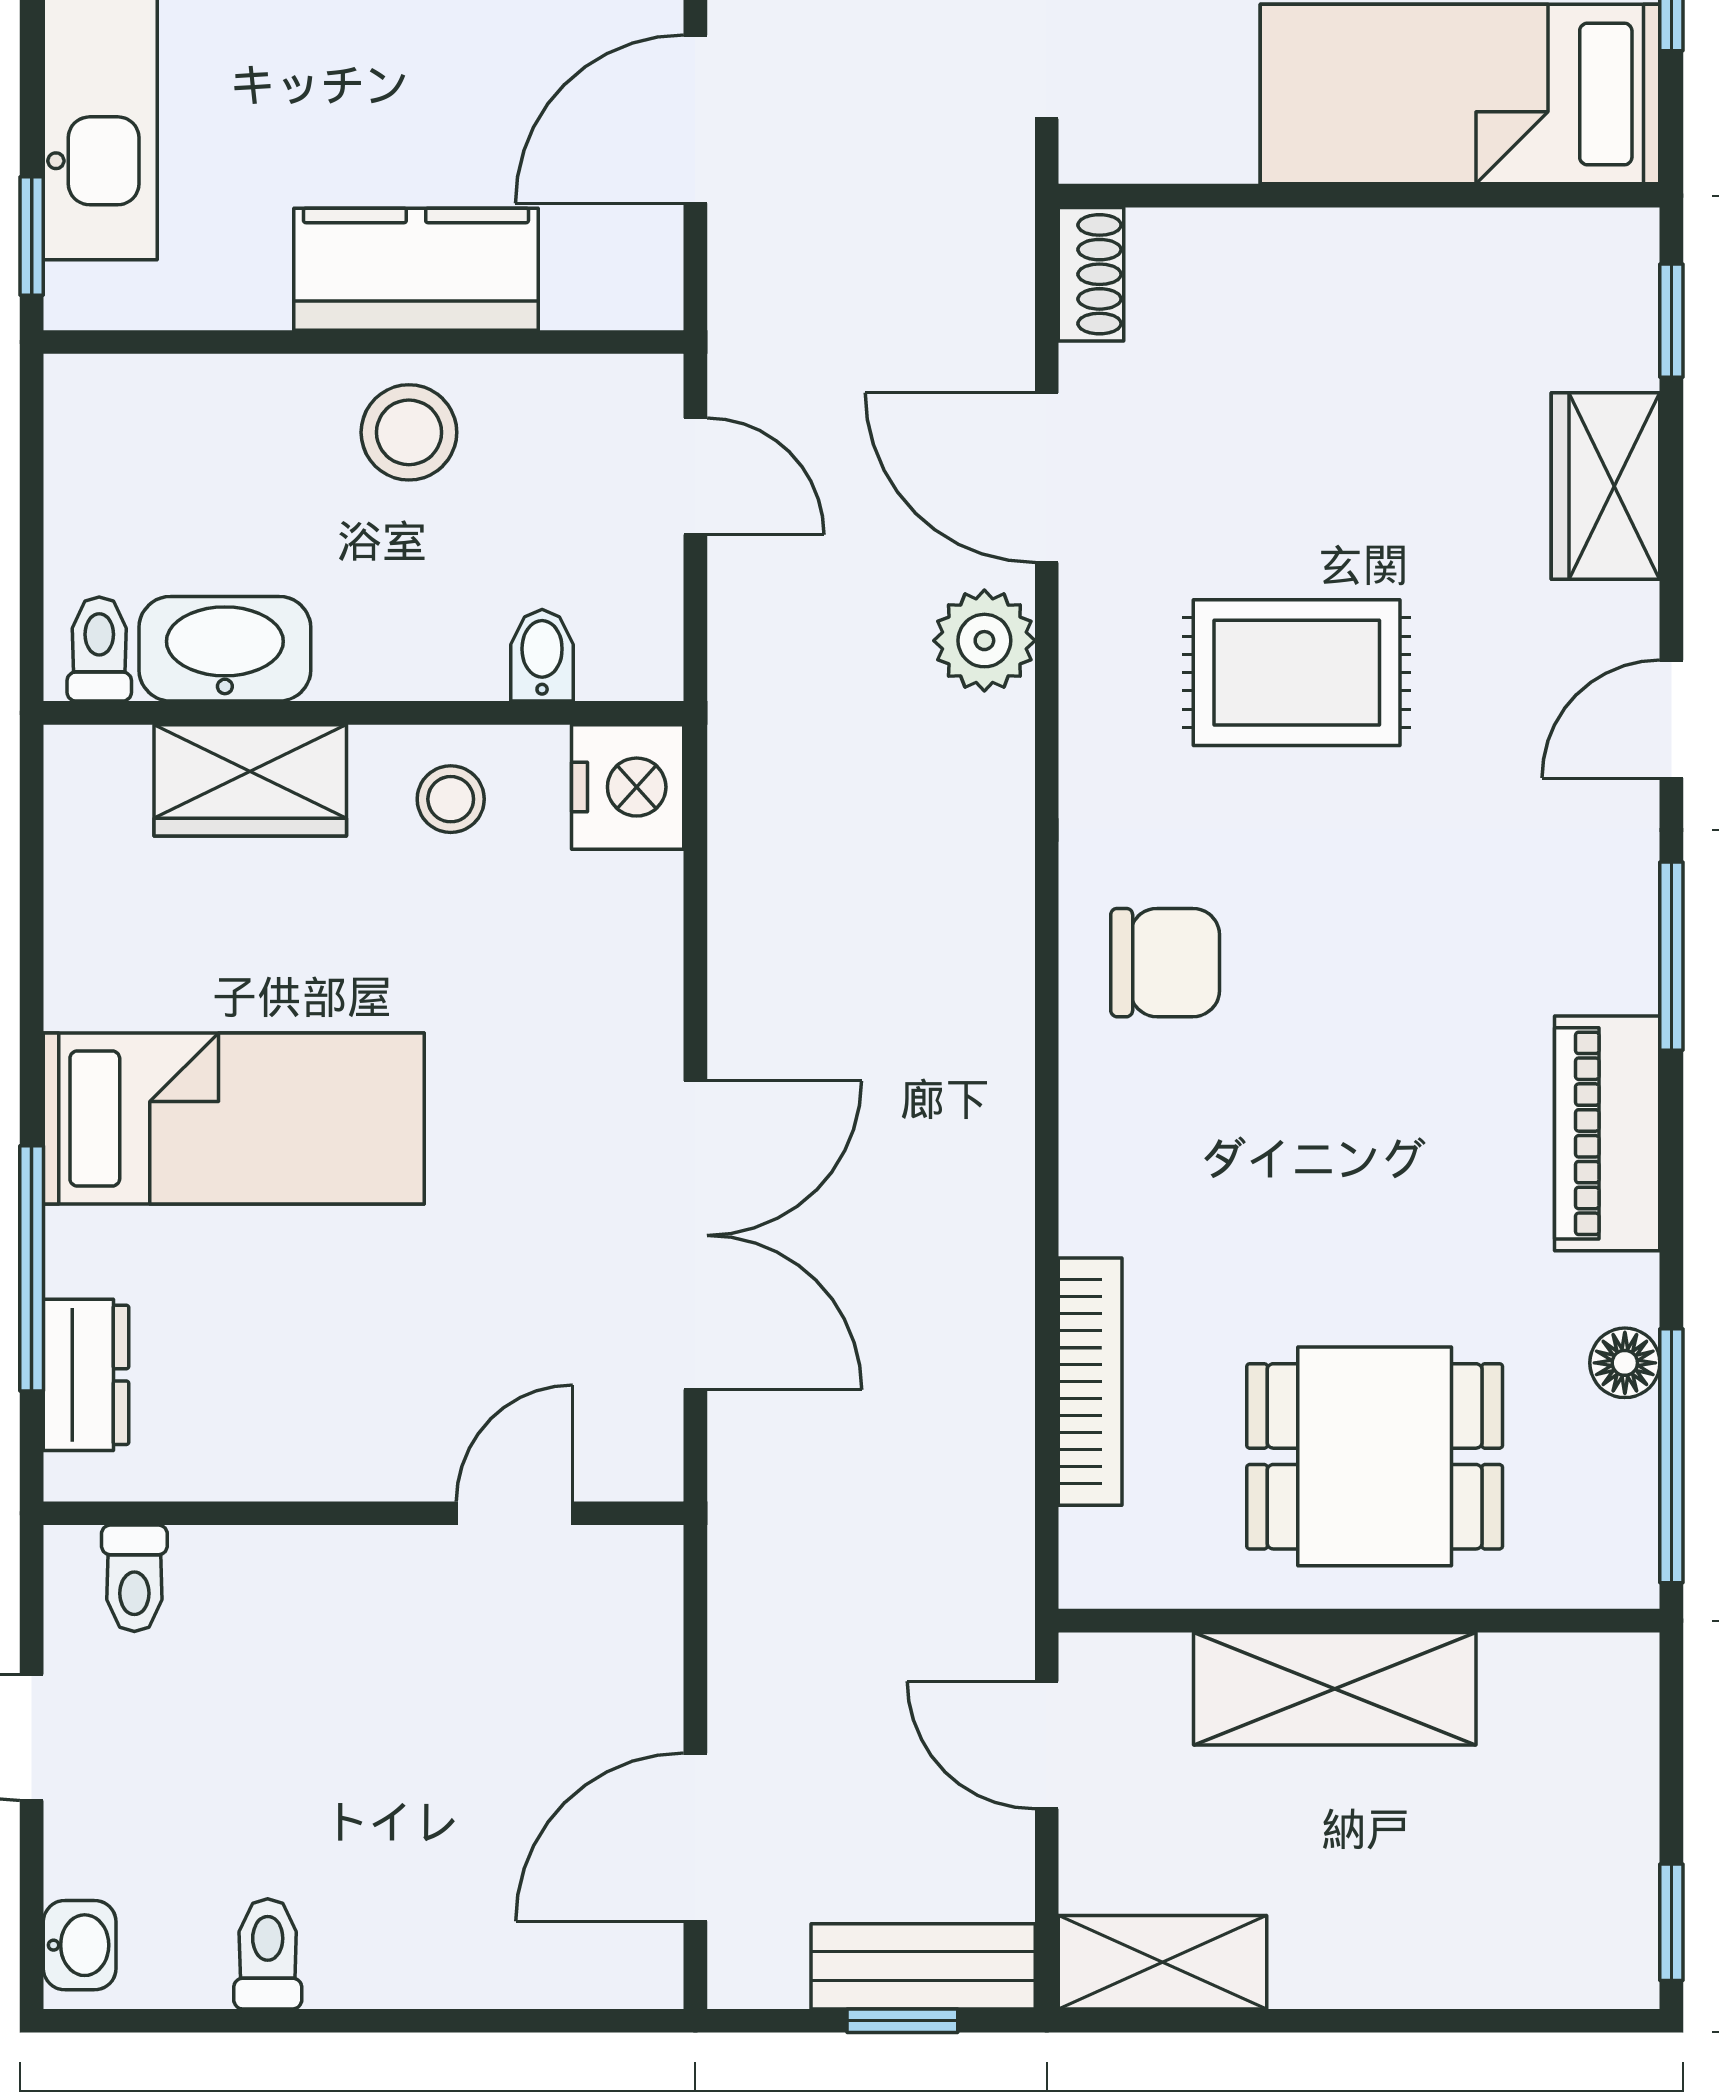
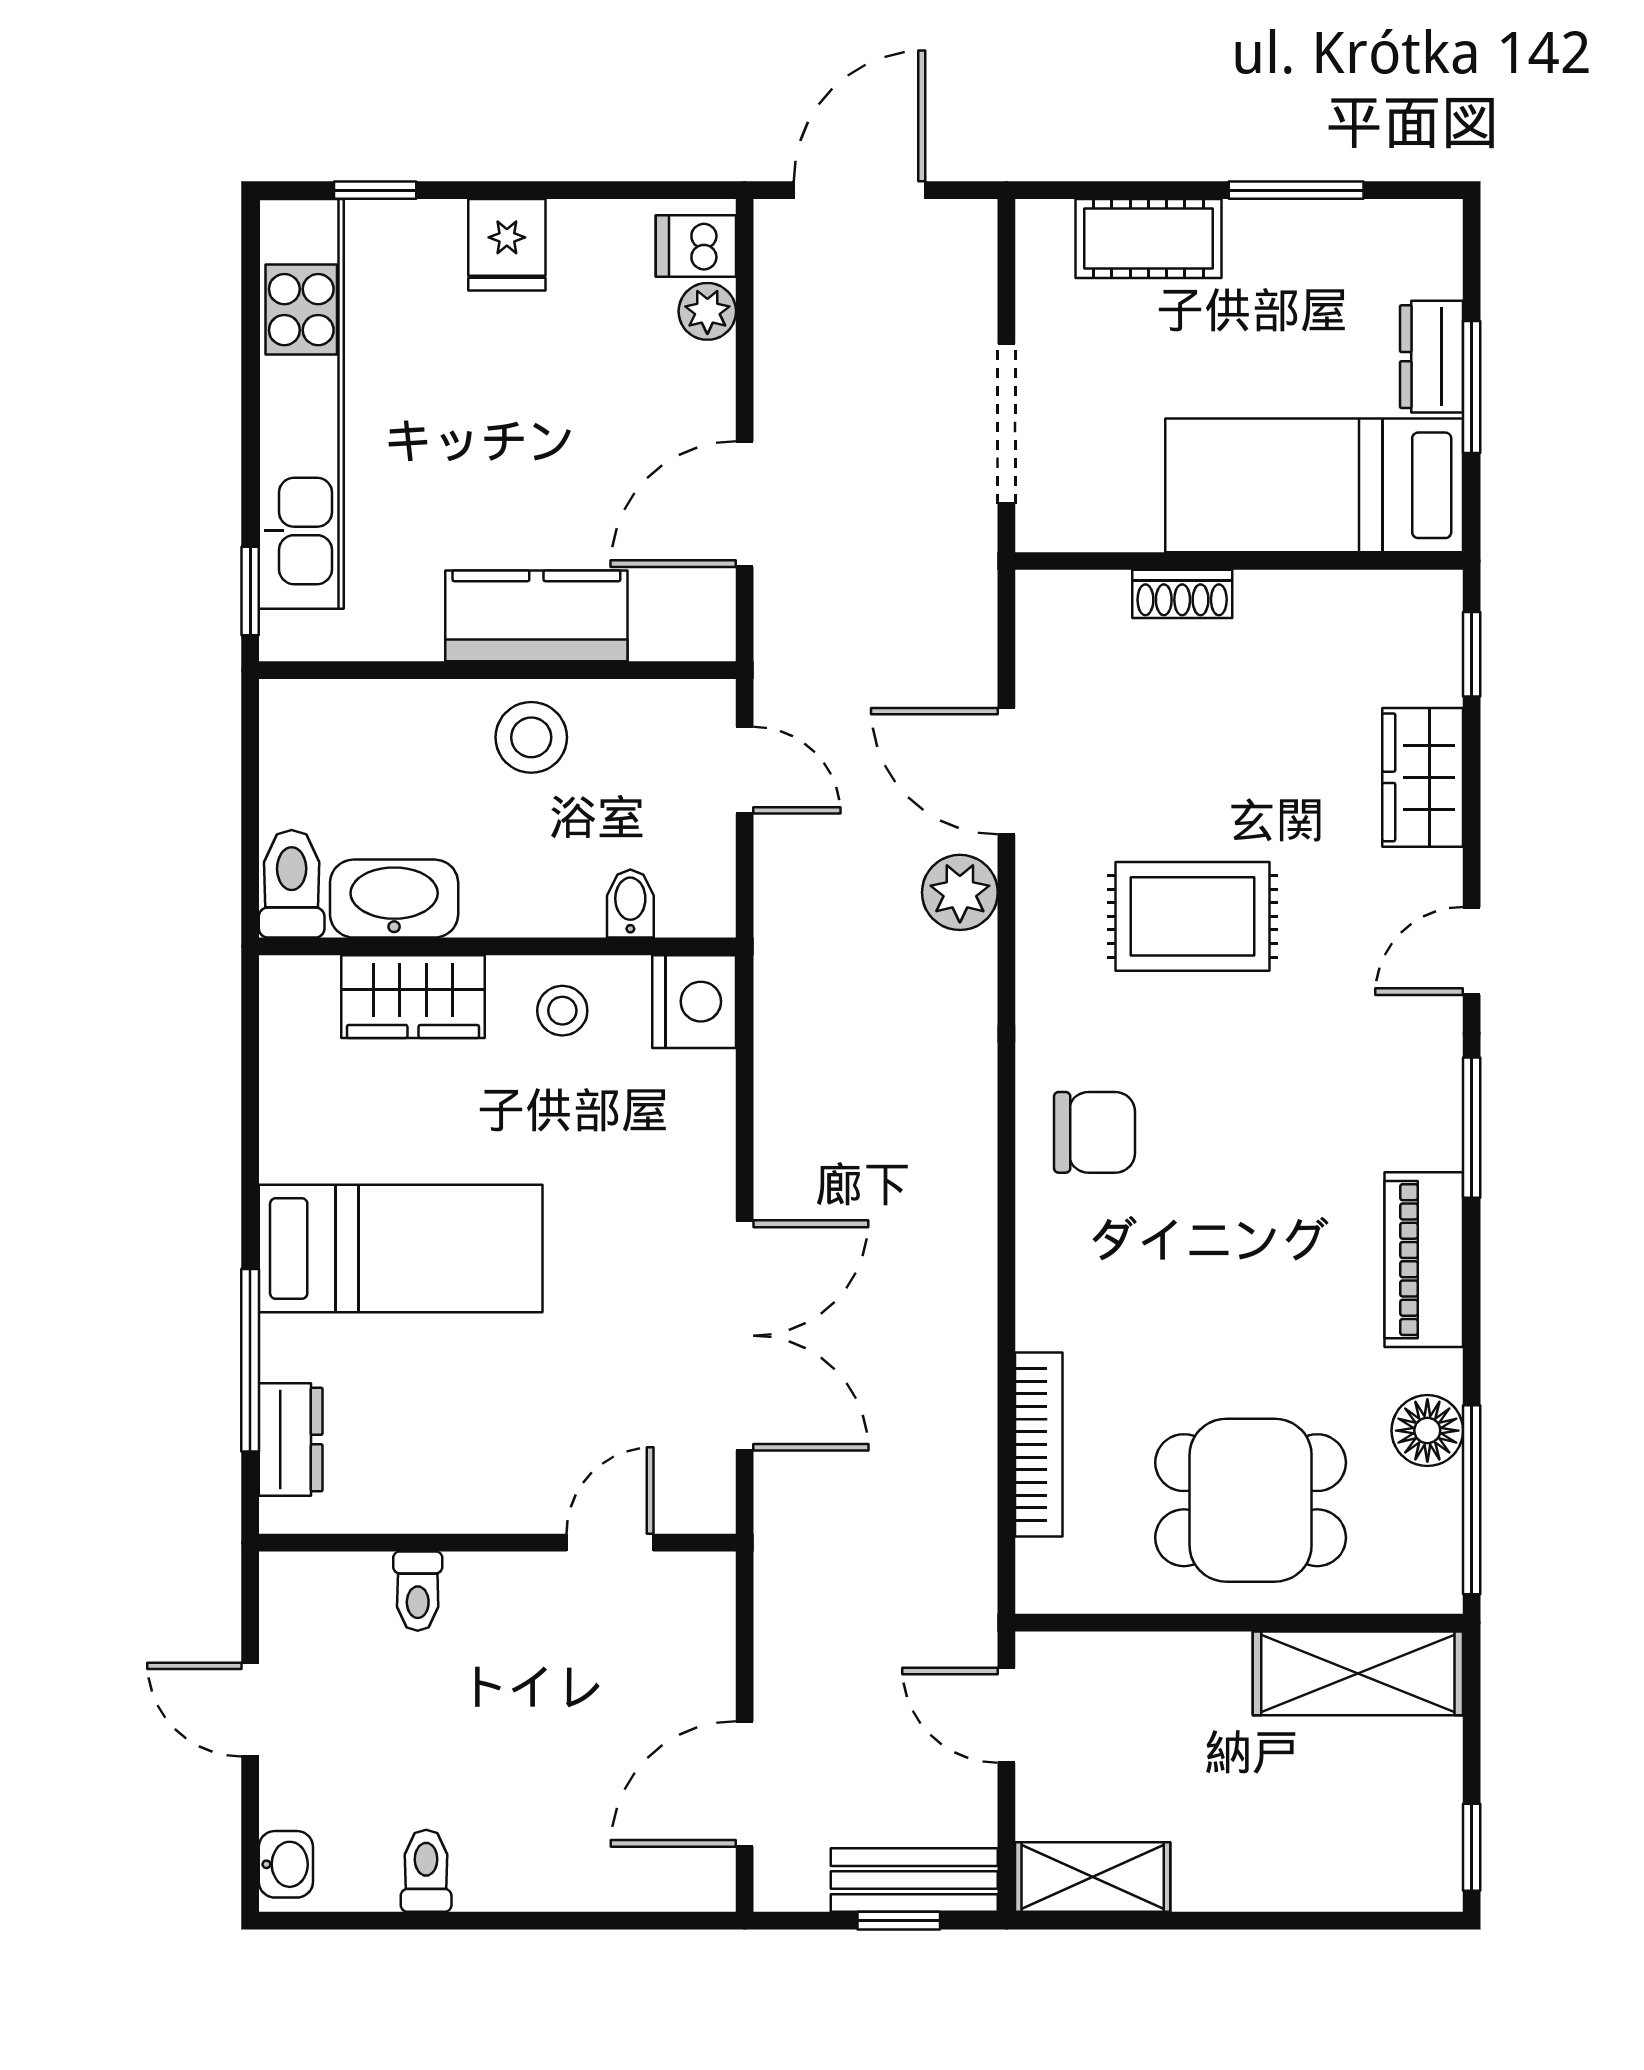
shoe rack: (1091, 274) -> (1182, 594), moved, turned 90
toilet: (99, 649) -> (292, 884), width x1.37, depth x1.39
floor lamp: (1625, 1363) -> (1427, 1431), width x1.37, depth x1.37
toilet: (134, 1578) -> (418, 1591), moved
shelving: (1335, 1689) -> (1358, 1673), moved

